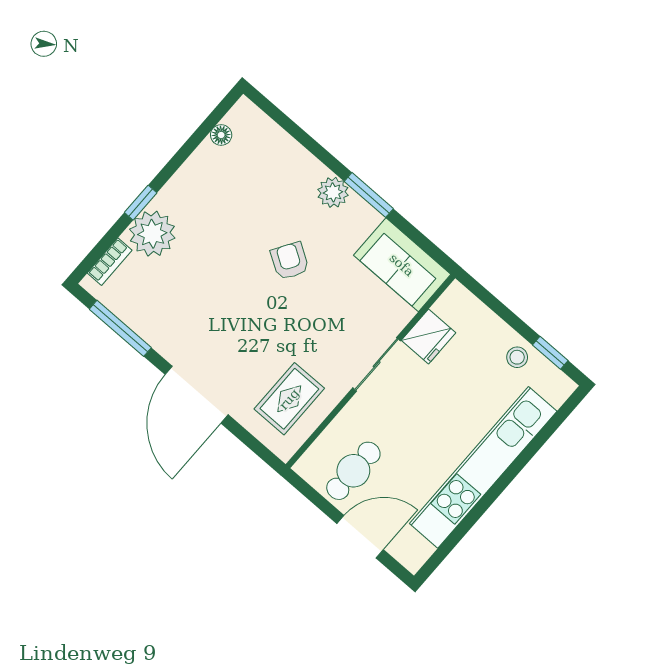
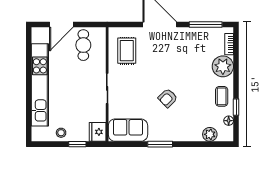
coffee table: (198, 186) -> (222, 96), added
plant: (333, 192) -> (210, 134), moved
window: (141, 203) -> (236, 107), moved
armchair: (290, 261) -> (168, 98), turned 103
fridge: (429, 337) -> (98, 132), moved
window: (550, 353) -> (77, 144), moved

